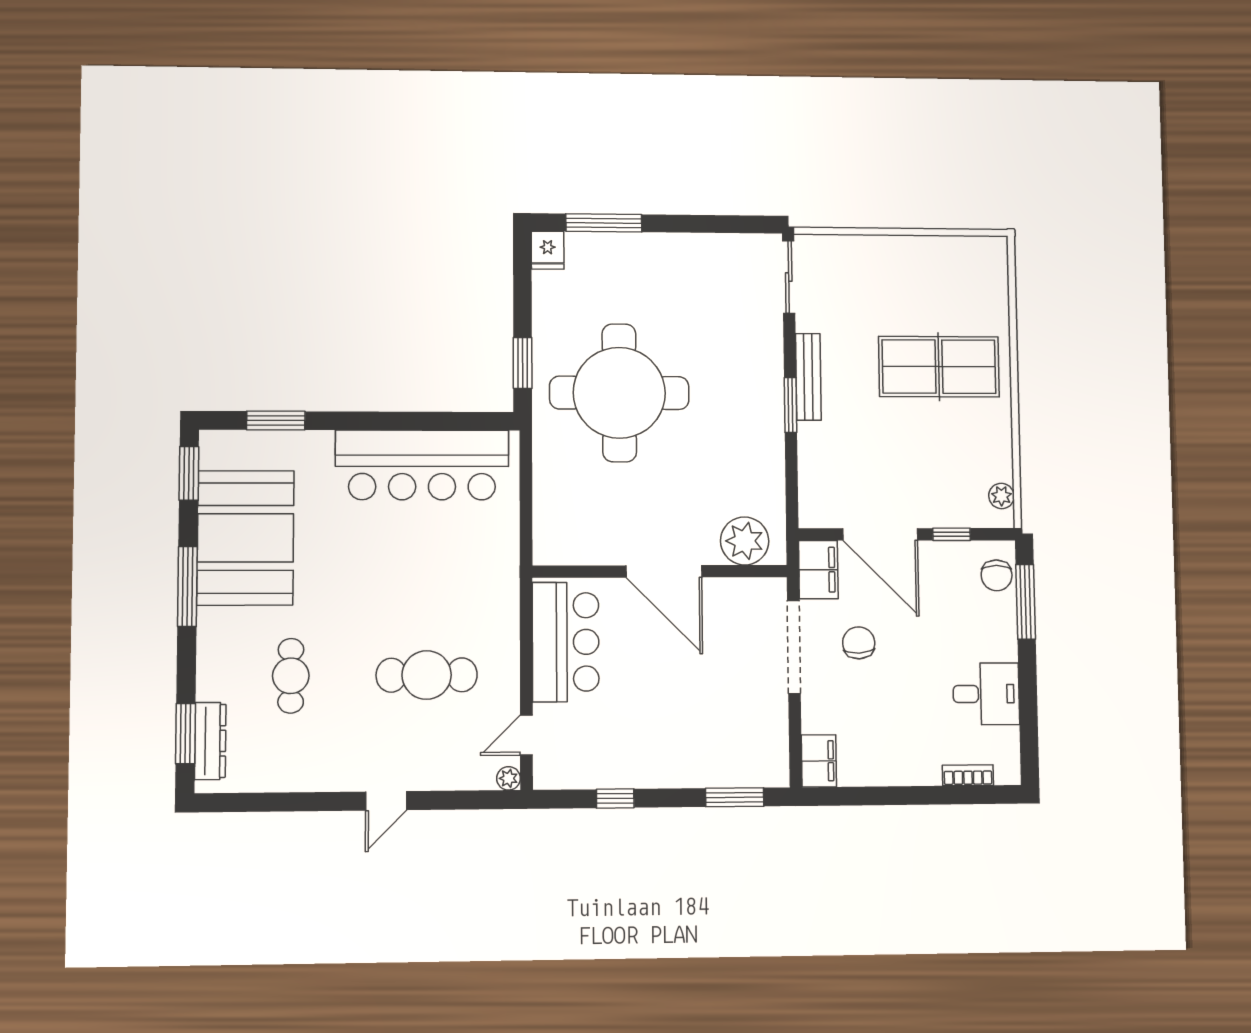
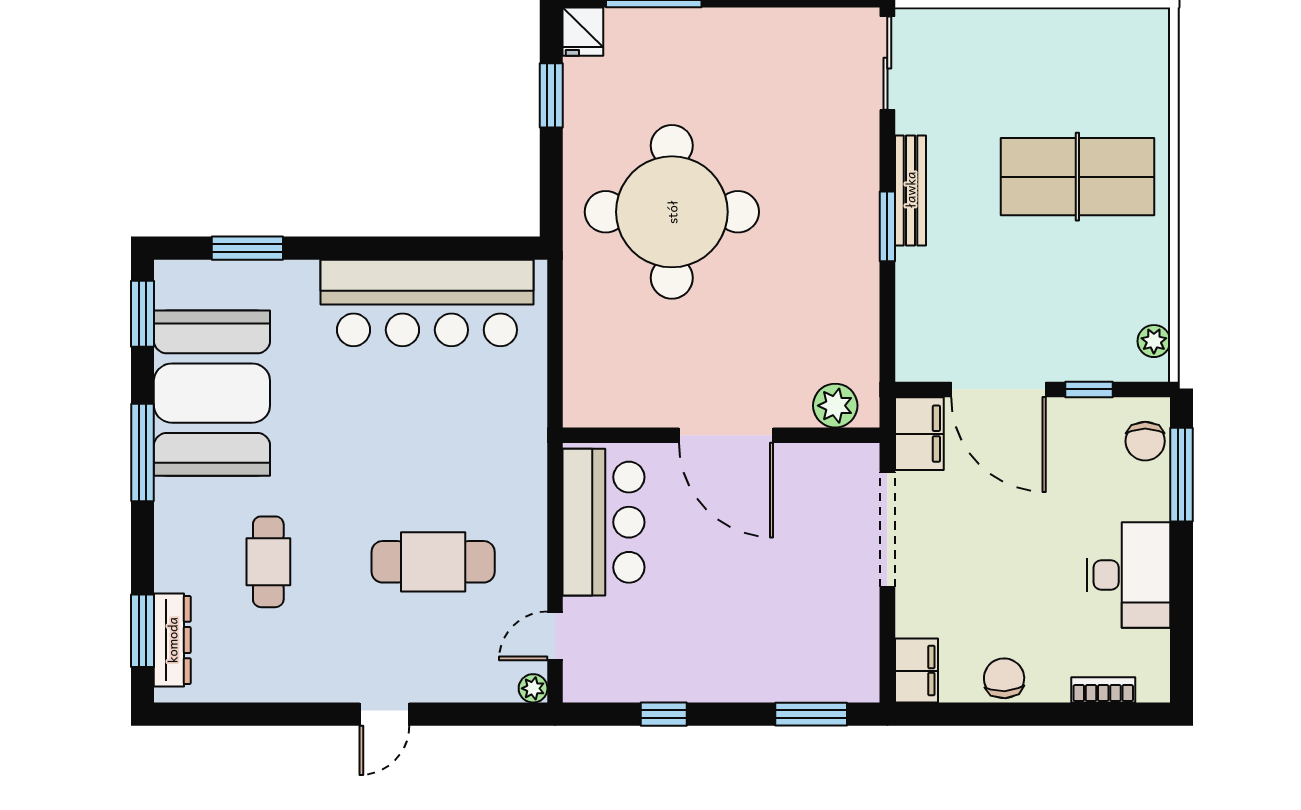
window: (523, 363) -> (551, 95), moved
plant: (745, 541) -> (835, 406), width x0.73, depth x0.73
chair: (859, 643) -> (1004, 678), moved
desk: (986, 694) -> (1129, 575), width x1.37

